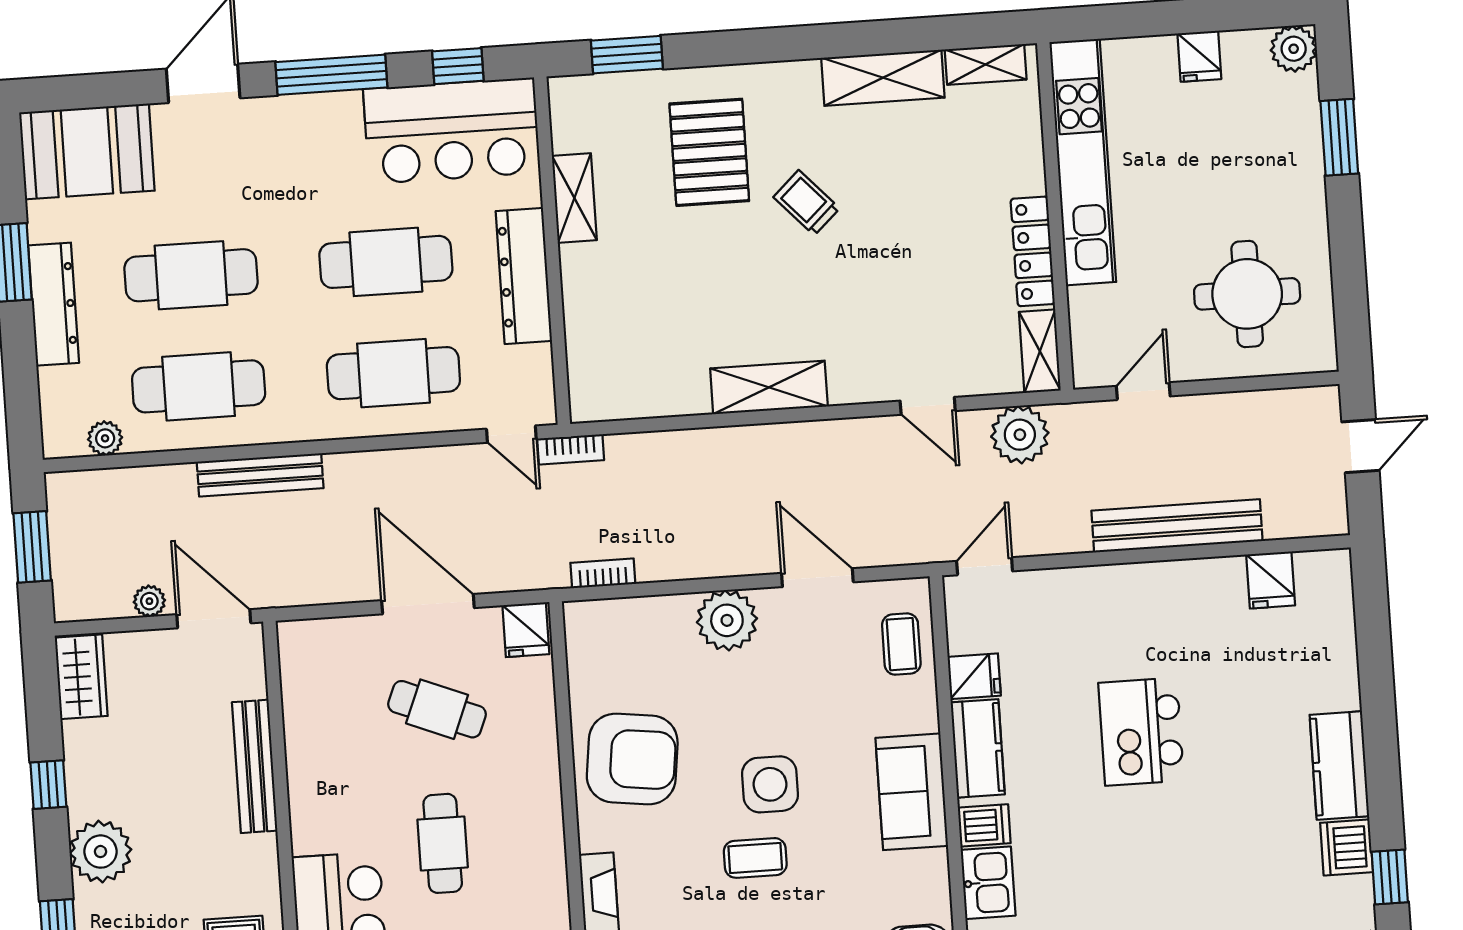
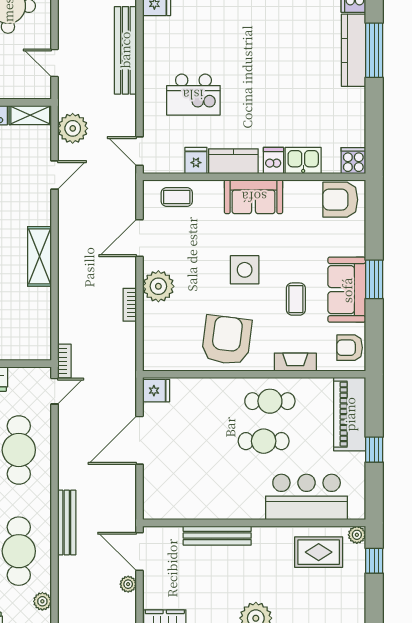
bookcase: (603, 573) -> (130, 305), moved
door: (214, 619) -> (139, 551), hinge flipped
cafe table: (437, 709) -> (270, 401), moved, turned 68
kitchen island: (1141, 732) -> (193, 95), moved
coffee table: (755, 858) -> (296, 299), moved

